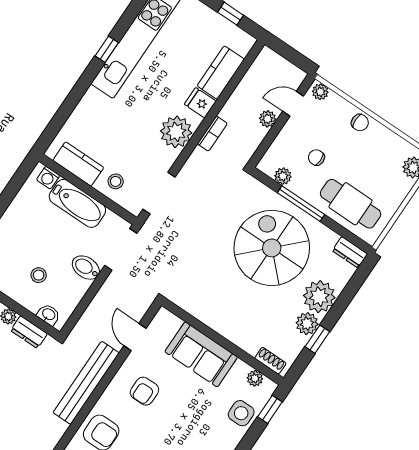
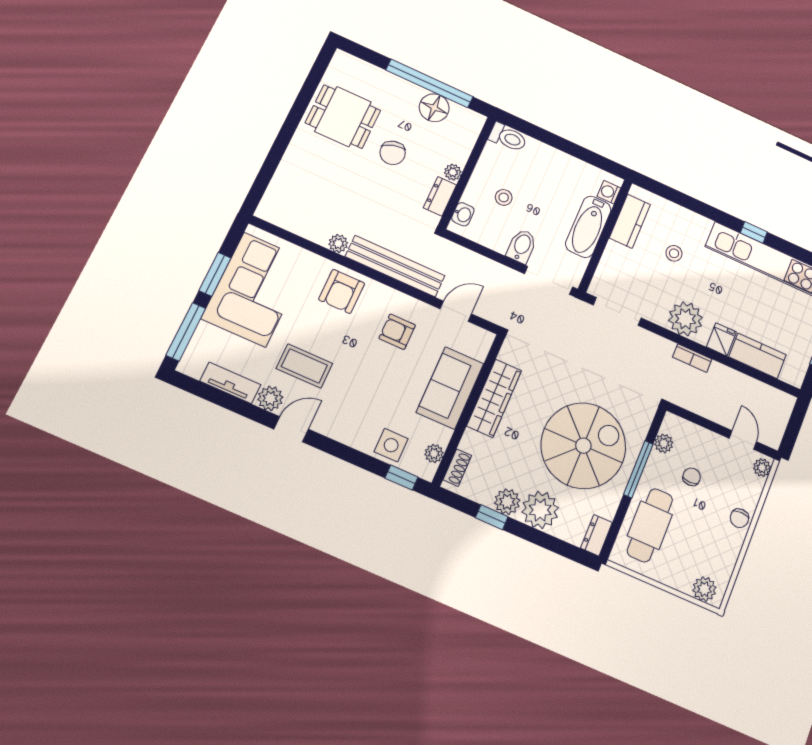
plant: (268, 119) -> (338, 243), moved
stool: (116, 181) -> (674, 253), moved
wardrobe: (217, 318) -> (494, 398), added

